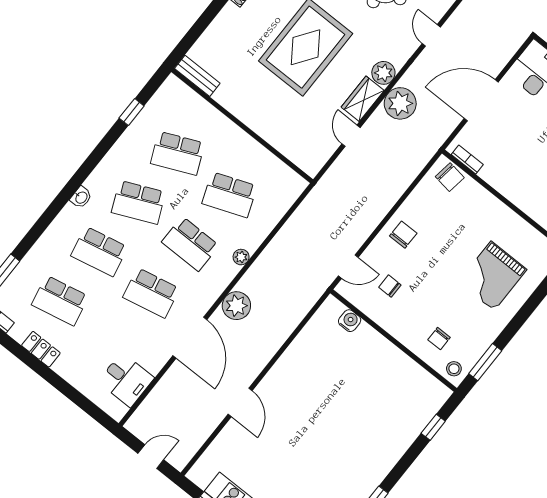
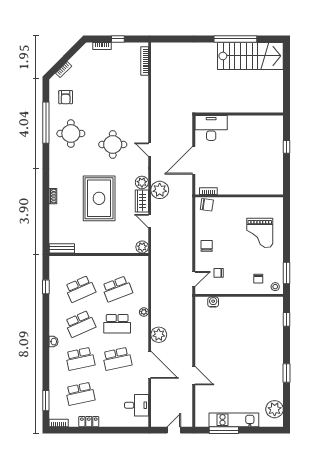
plant: (311, 164) -> (142, 247), added

